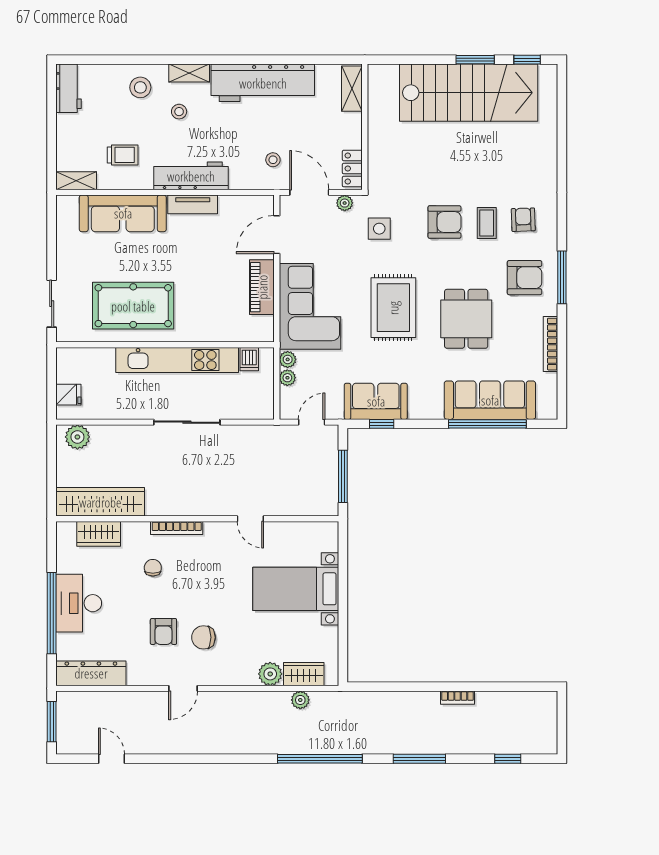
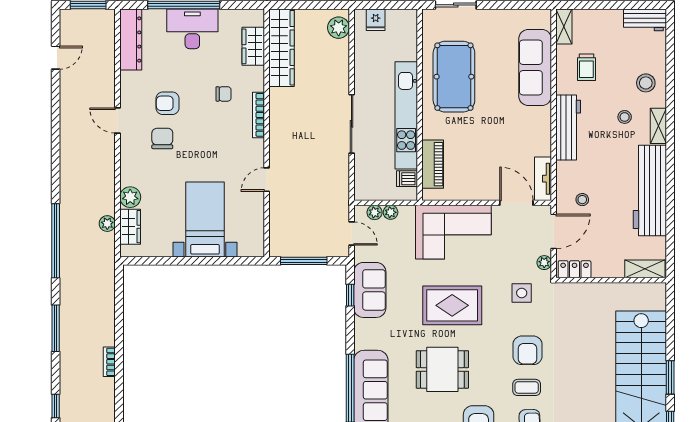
tv unit: (193, 204) -> (543, 179), moved
piano: (262, 287) -> (433, 164), moved, turned 90
plant: (288, 359) -> (375, 212), moved

